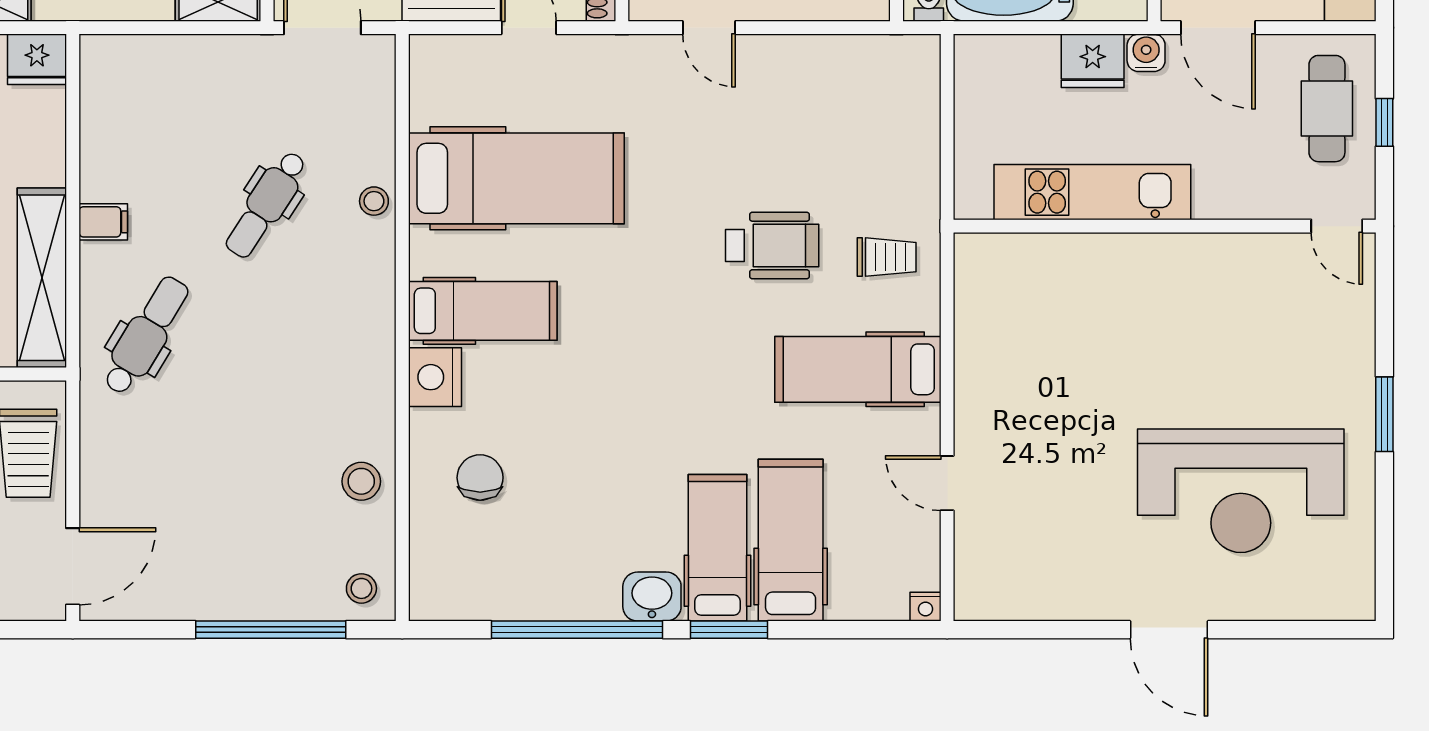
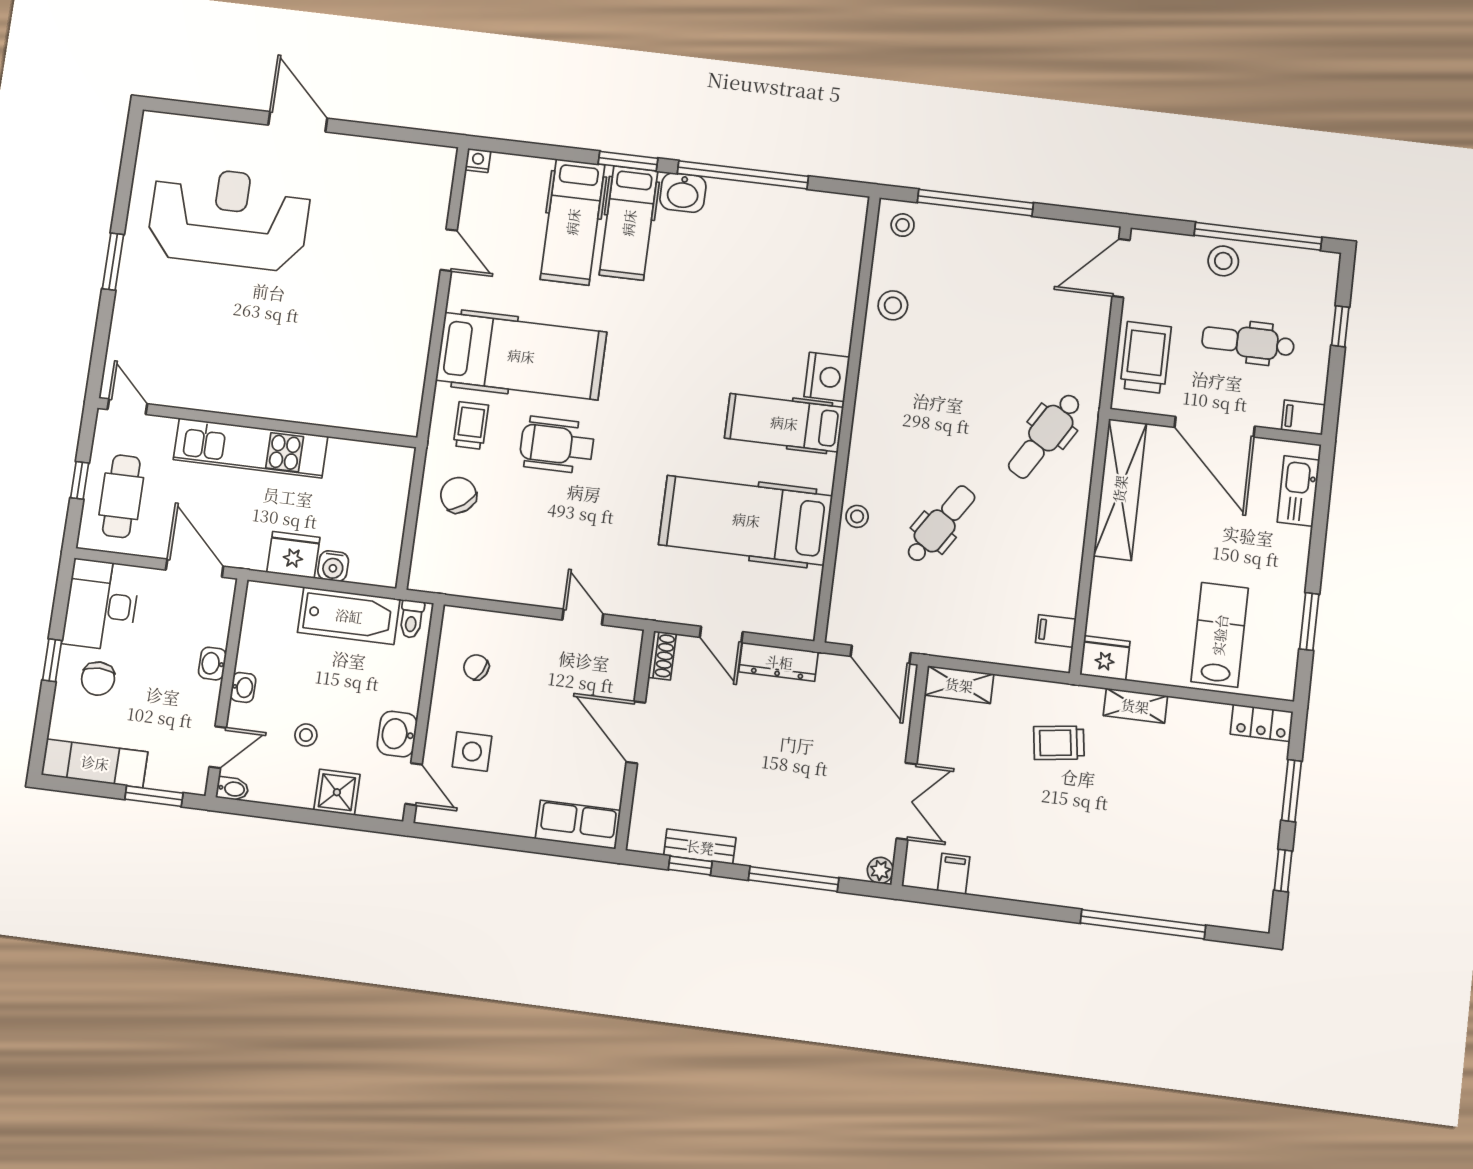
water cooler: (1146, 53) -> (333, 566), moved
kitchen unit: (1092, 192) -> (250, 448), moved
filing cabinet: (103, 222) -> (1056, 631), moved
trolley: (887, 257) -> (471, 425), turned 90
hospital bed: (858, 369) -> (521, 356), width x1.37, depth x1.29
chair: (480, 478) -> (458, 495), moved, turned 142

